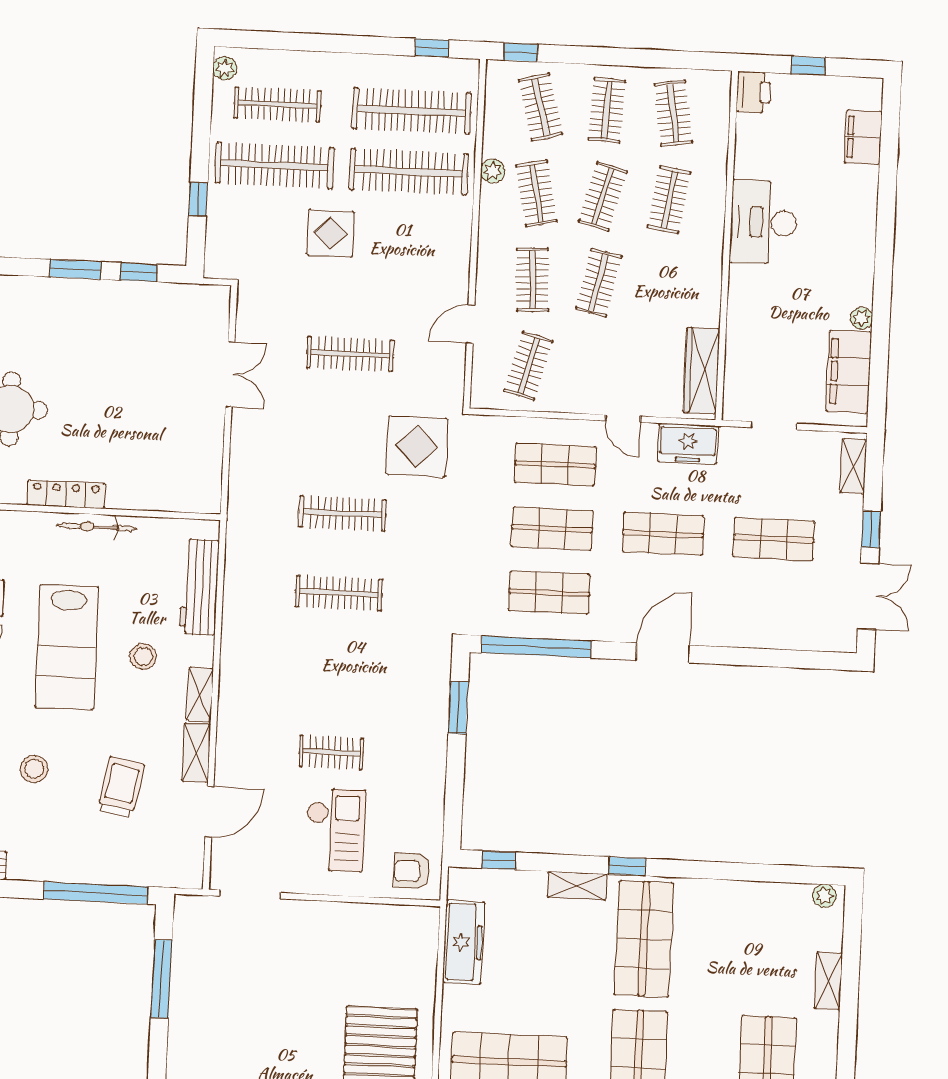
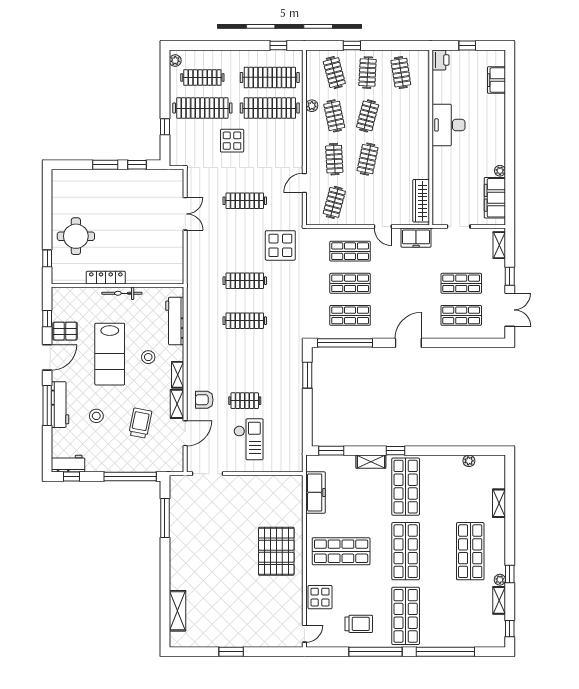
window: (521, 52) -> (352, 46), moved
clothes rail: (669, 200) -> (401, 116), removed
shop shelf: (663, 534) -> (461, 315), moved
window: (499, 860) -> (331, 451), width x1.50
armchair: (412, 871) -> (204, 400), moved
plant: (824, 896) -> (469, 461), moved

